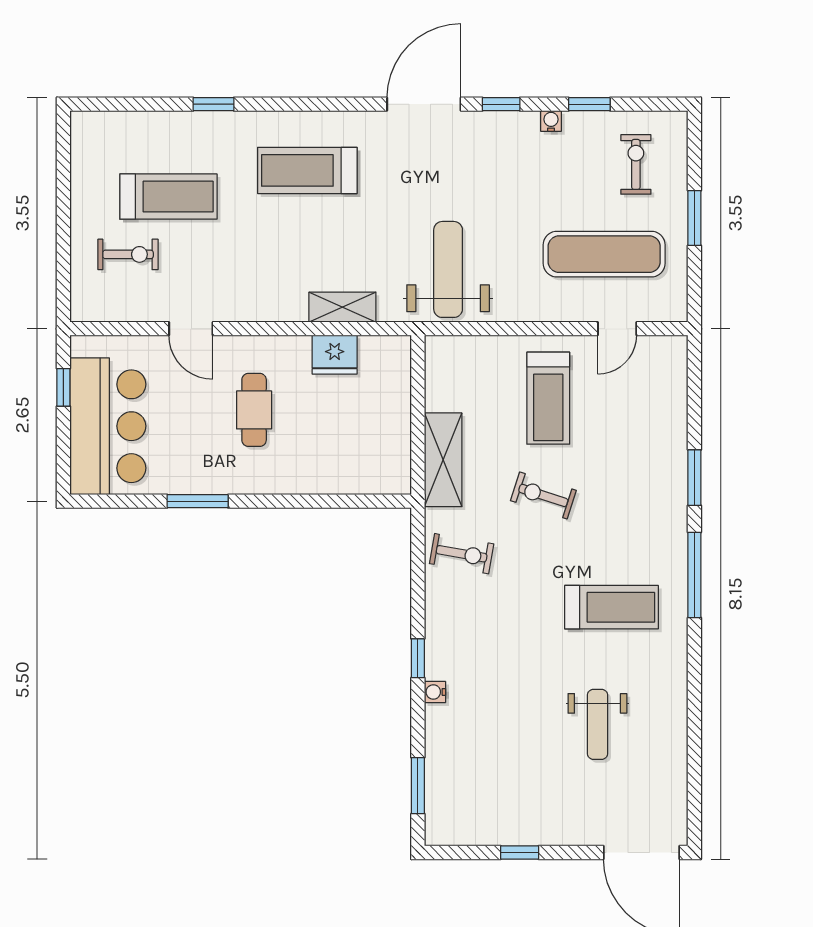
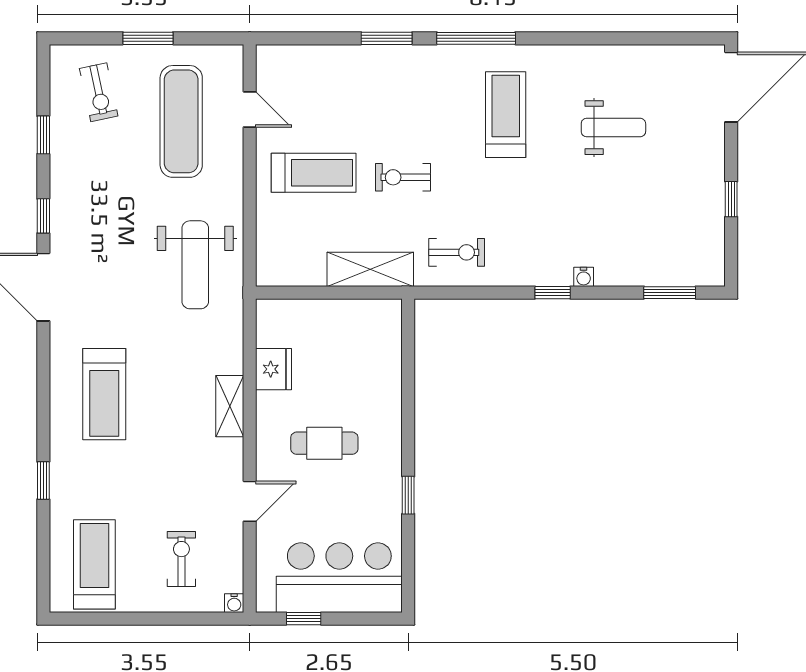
water cooler: (551, 121) -> (234, 603), moved, turned -90
exercise bike: (636, 164) -> (99, 92), turned -102
treadmill: (168, 197) -> (94, 564), moved
weight bench: (448, 269) -> (195, 265), turned -90
shelving: (342, 307) -> (230, 406), moved
exercise bike: (543, 495) -> (403, 177), turned 72
window: (198, 501) -> (408, 495), width x0.67
exercise bike: (462, 554) -> (457, 252), turned 80

